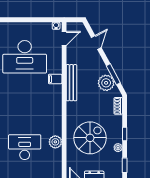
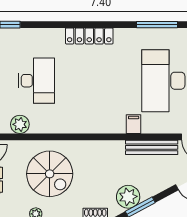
bench: (71, 83) -> (152, 147), moved
plant: (55, 142) -> (20, 124), moved

